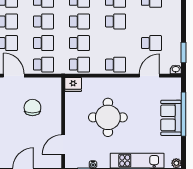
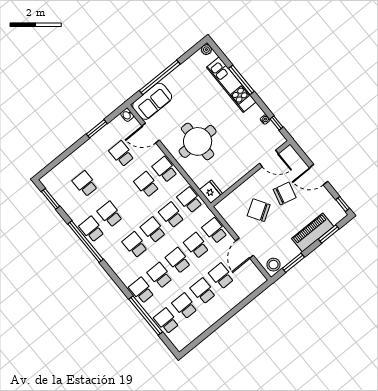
school desk: (115, 21) -> (147, 184), moved
window: (184, 53) -> (97, 129), moved
chair: (32, 108) -> (259, 210), turned 58
round table: (108, 117) -> (198, 141), moved
sofa: (171, 118) -> (152, 101), moved
chair: (29, 136) -> (285, 193), added

